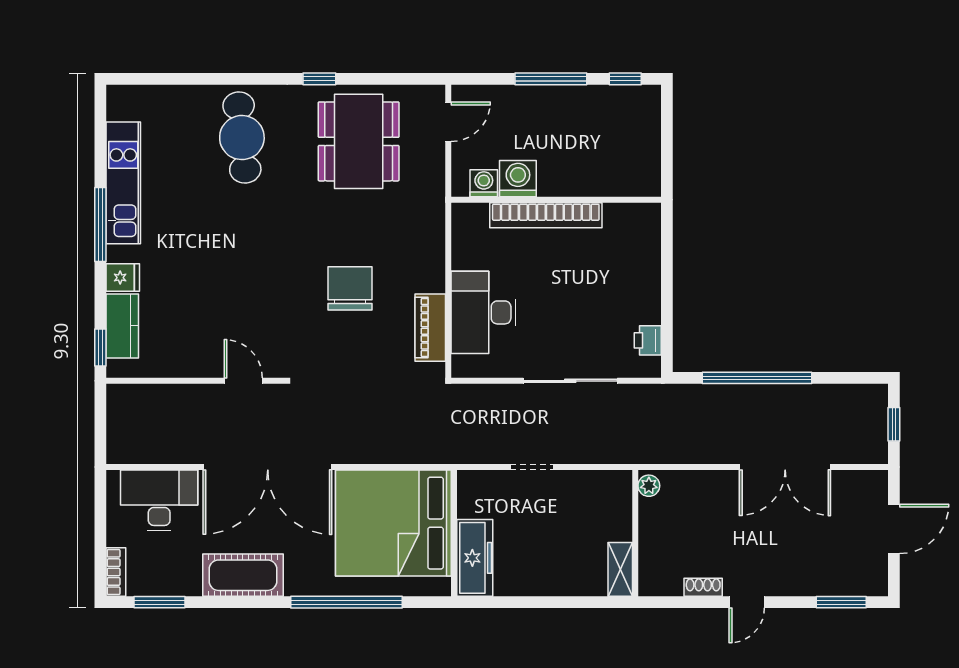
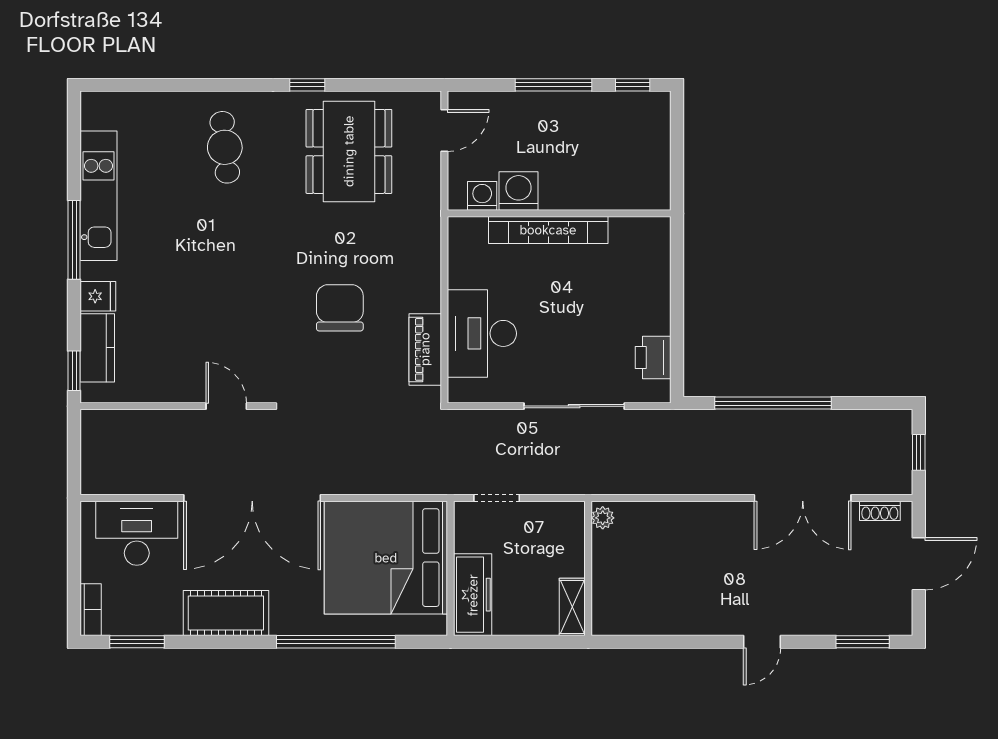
cafe table: (242, 138) -> (225, 147), width x0.73, depth x0.74
printer: (648, 340) -> (653, 357), width x1.36, depth x1.24
doorway: (532, 467) -> (497, 498), moved
plant: (649, 486) -> (603, 518), moved
wall: (635, 533) -> (588, 568), moved
shelving: (620, 569) -> (572, 607), moved
shoe rack: (703, 587) -> (880, 511), moved, turned 180

